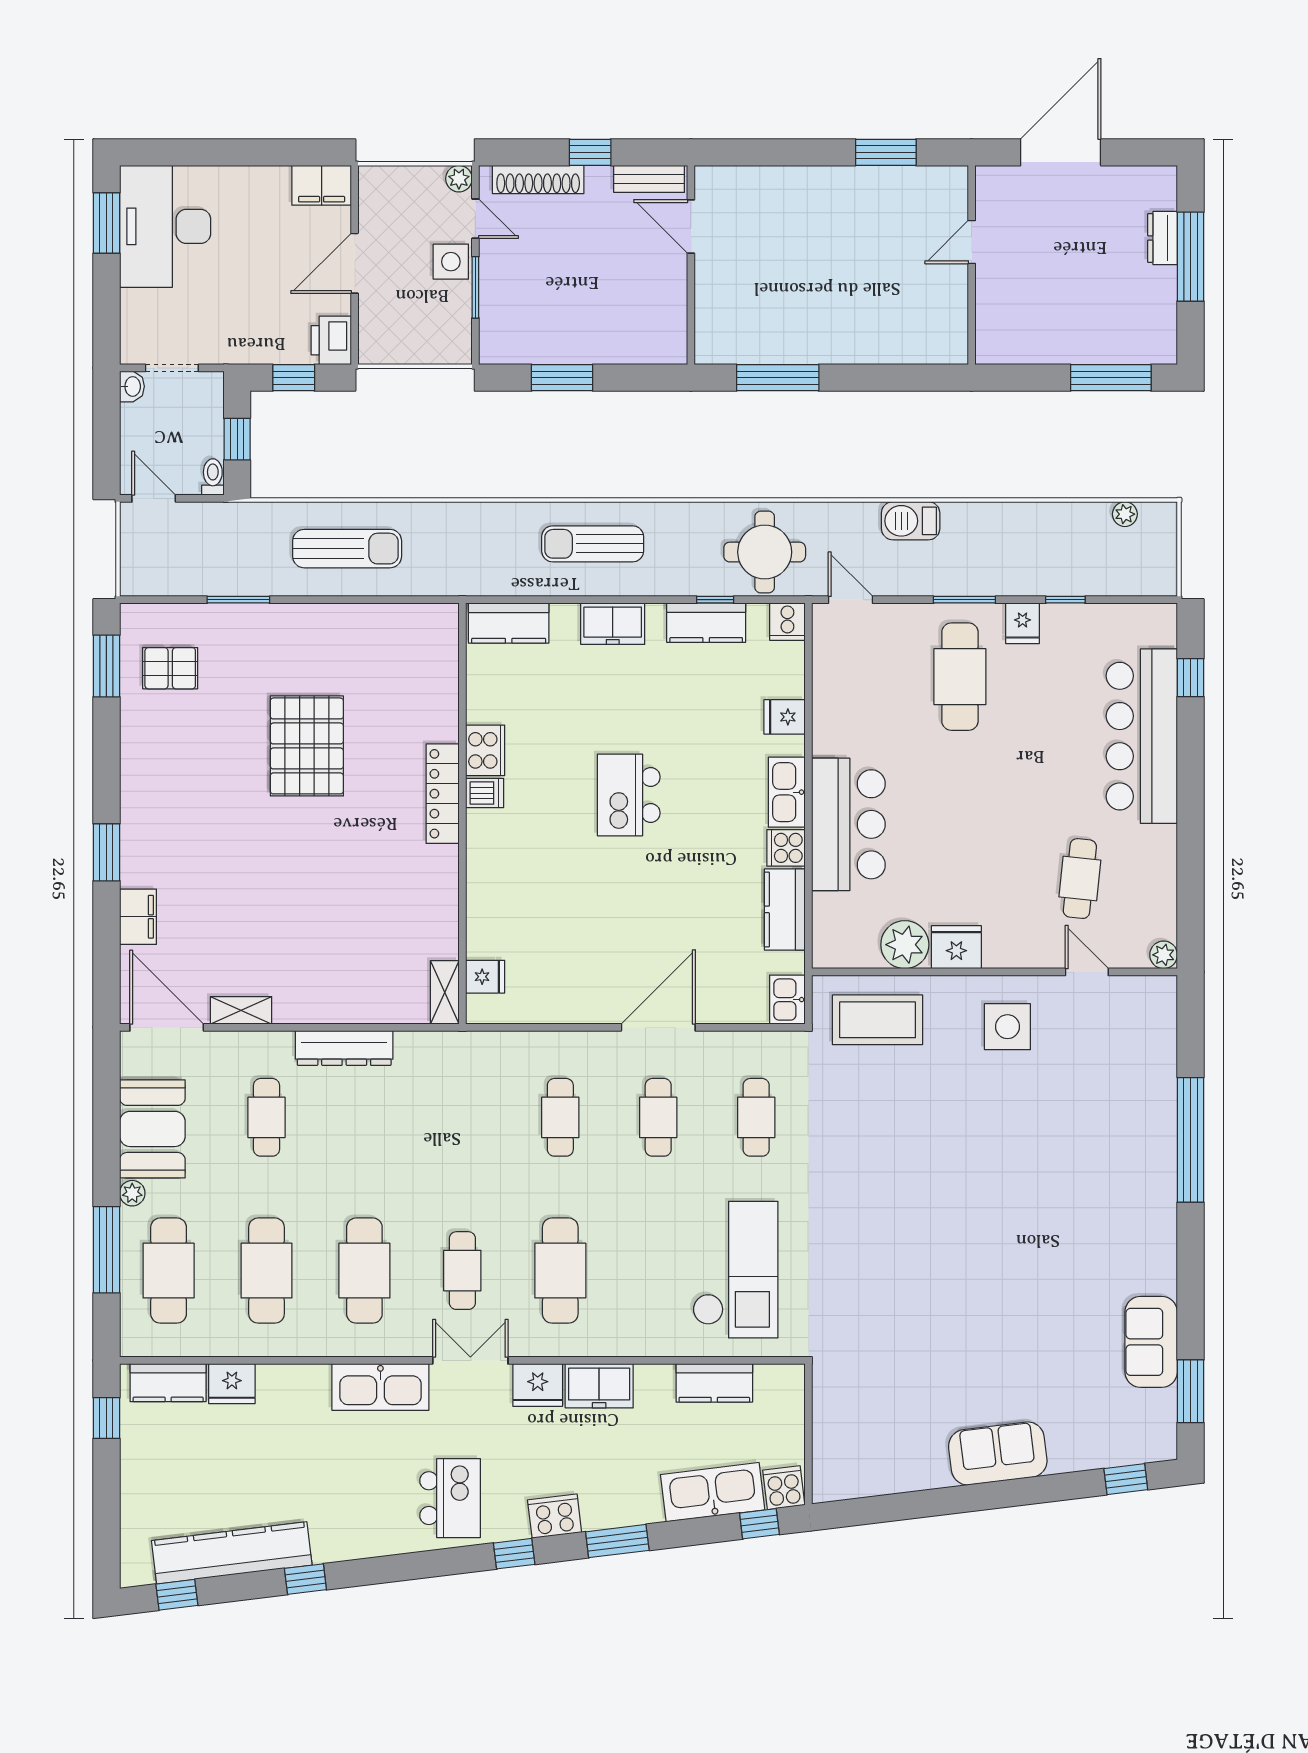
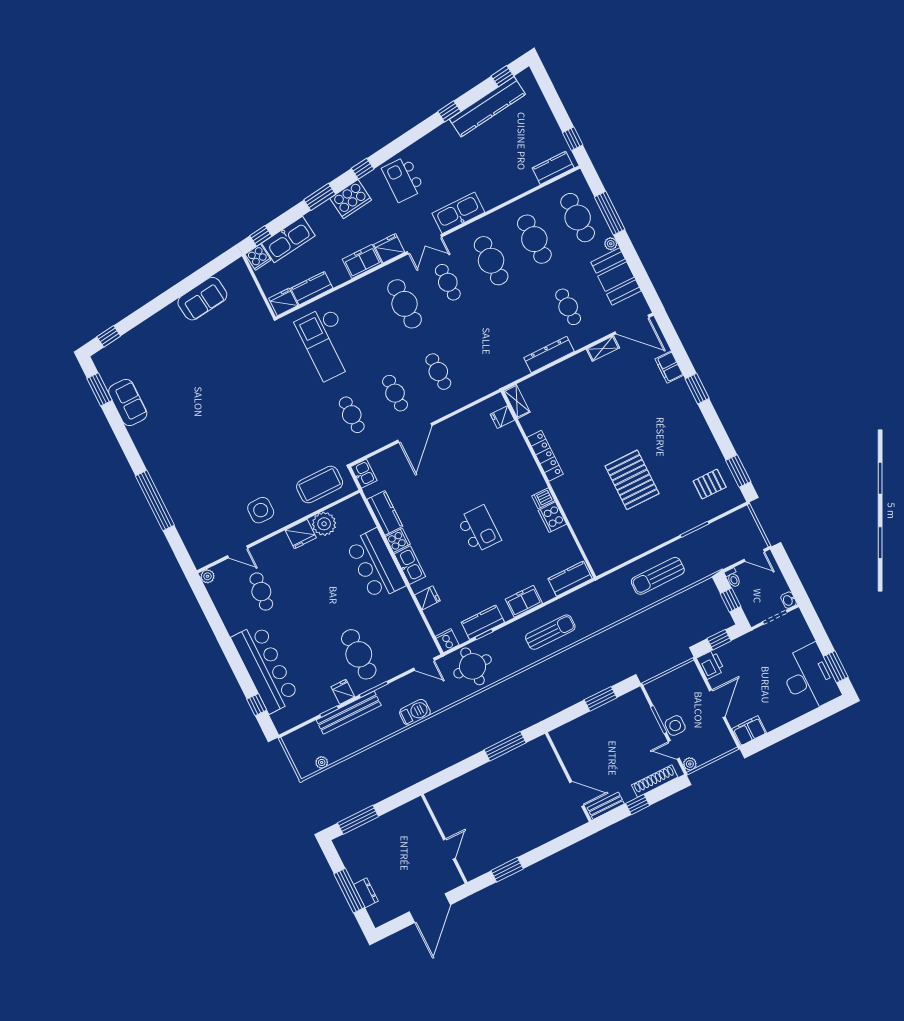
bench: (1031, 580) -> (349, 713), added
locker: (443, 794) -> (545, 456), moved
fridge: (232, 1384) -> (283, 302), moved
sofa: (998, 1453) -> (202, 299), moved
cooker: (555, 1516) -> (351, 199), width x1.37, depth x1.31

